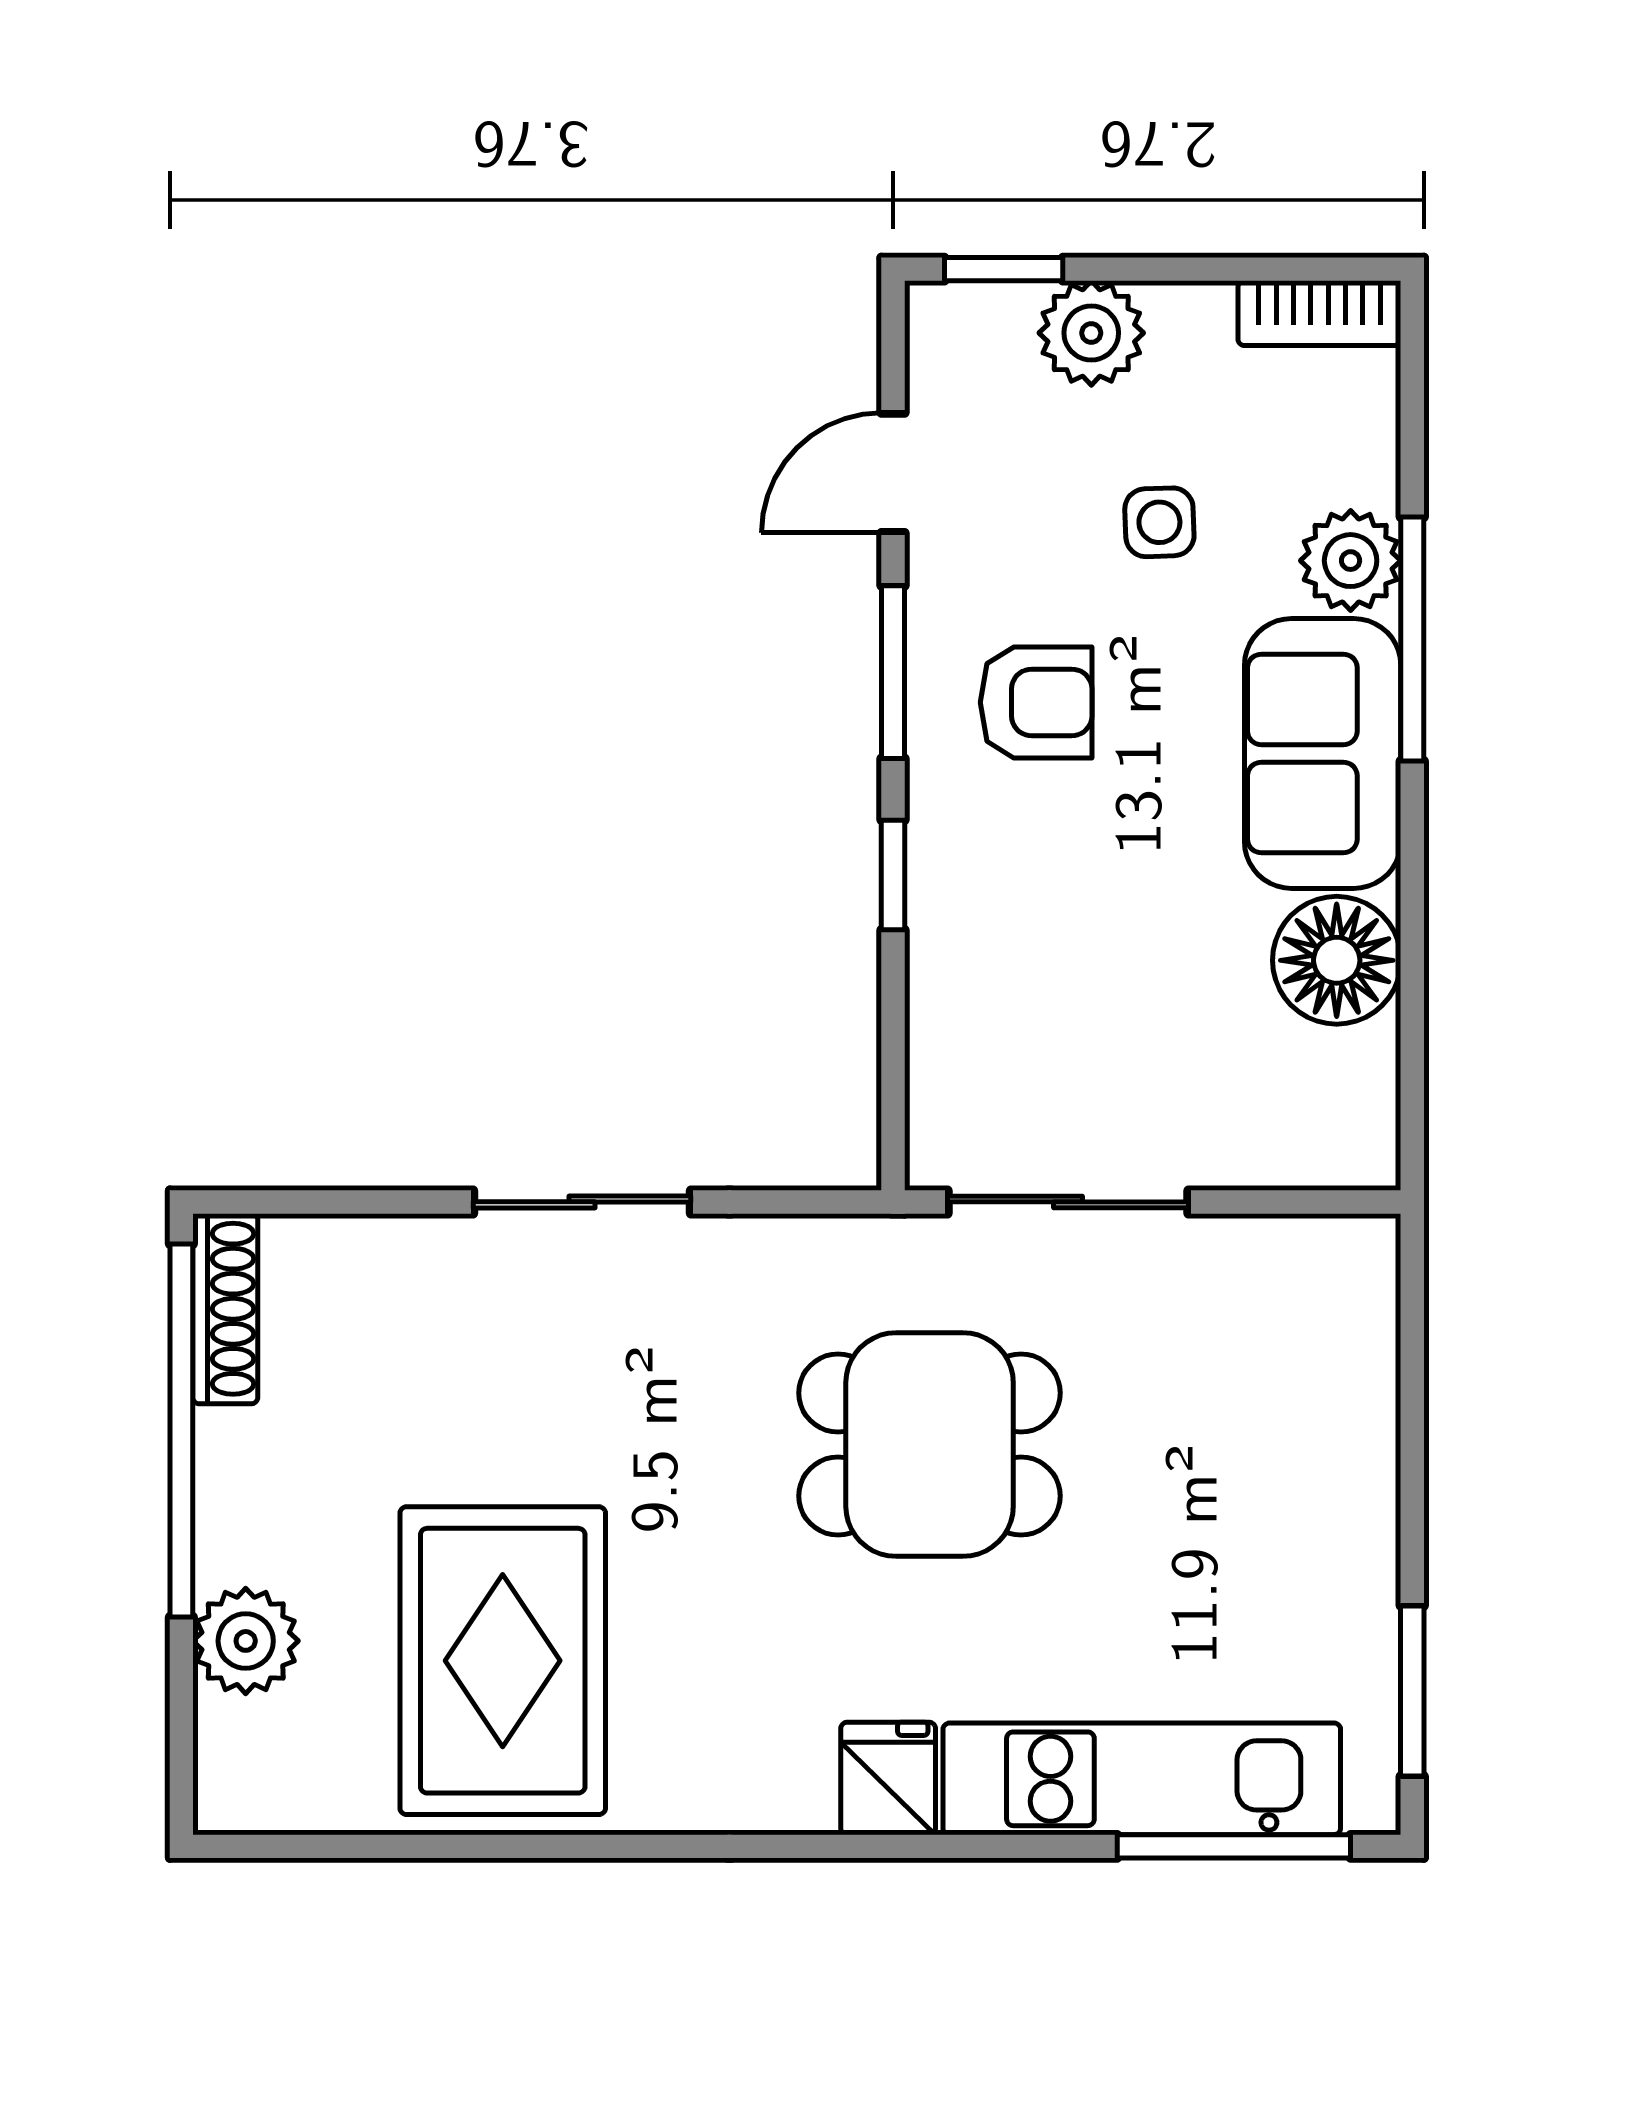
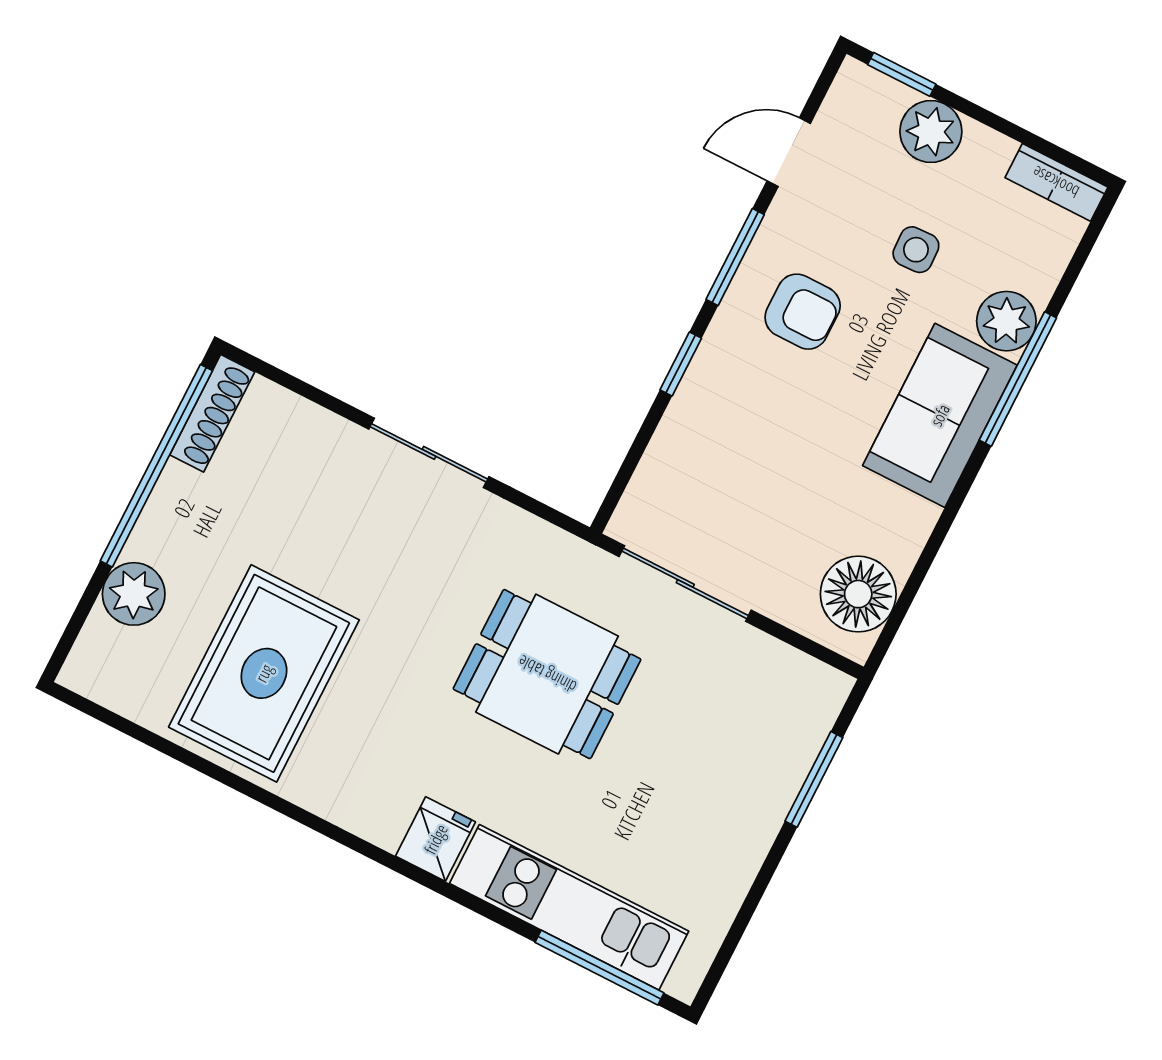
floor lamp: (1337, 960) -> (858, 594), moved
window: (1412, 1691) -> (814, 779), moved

